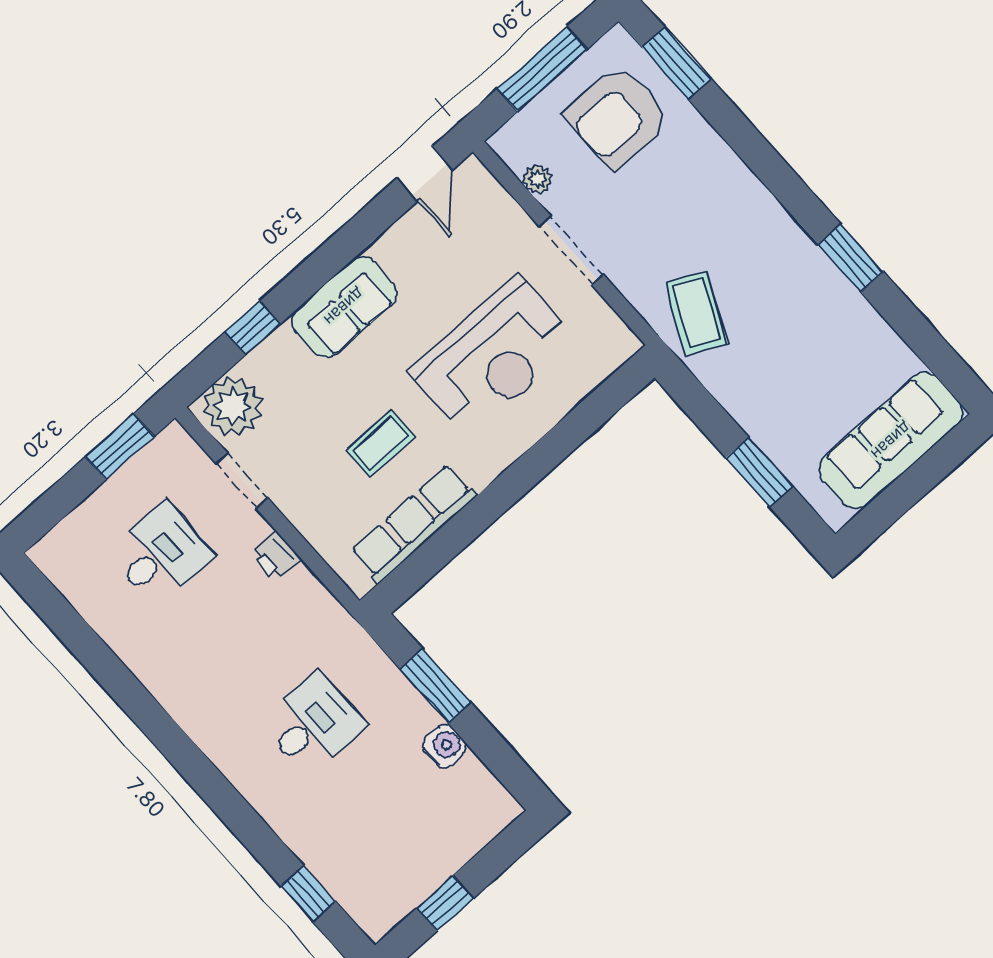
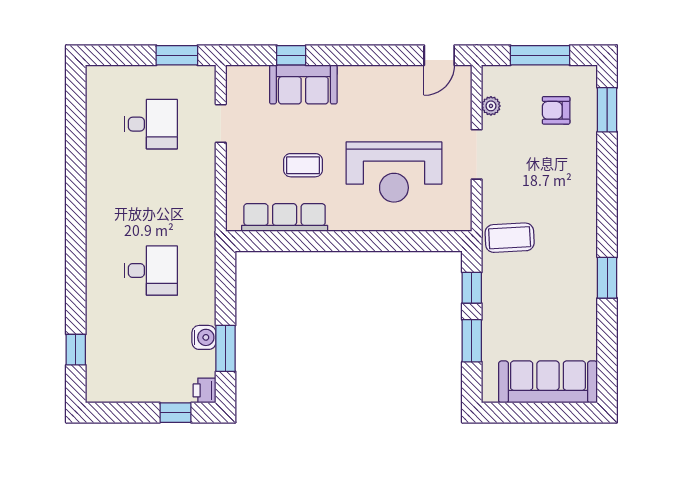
armchair: (618, 117) -> (556, 110), width x0.53, depth x0.53
sofa: (344, 307) -> (303, 84), moved
coffee table: (696, 313) -> (510, 238), turned 61
plant: (233, 406) -> (248, 84), removed
window: (704, 410) -> (472, 288), added
printer: (276, 556) -> (205, 390), moved
window: (435, 686) -> (226, 348), moved
window: (445, 903) -> (176, 413), moved

